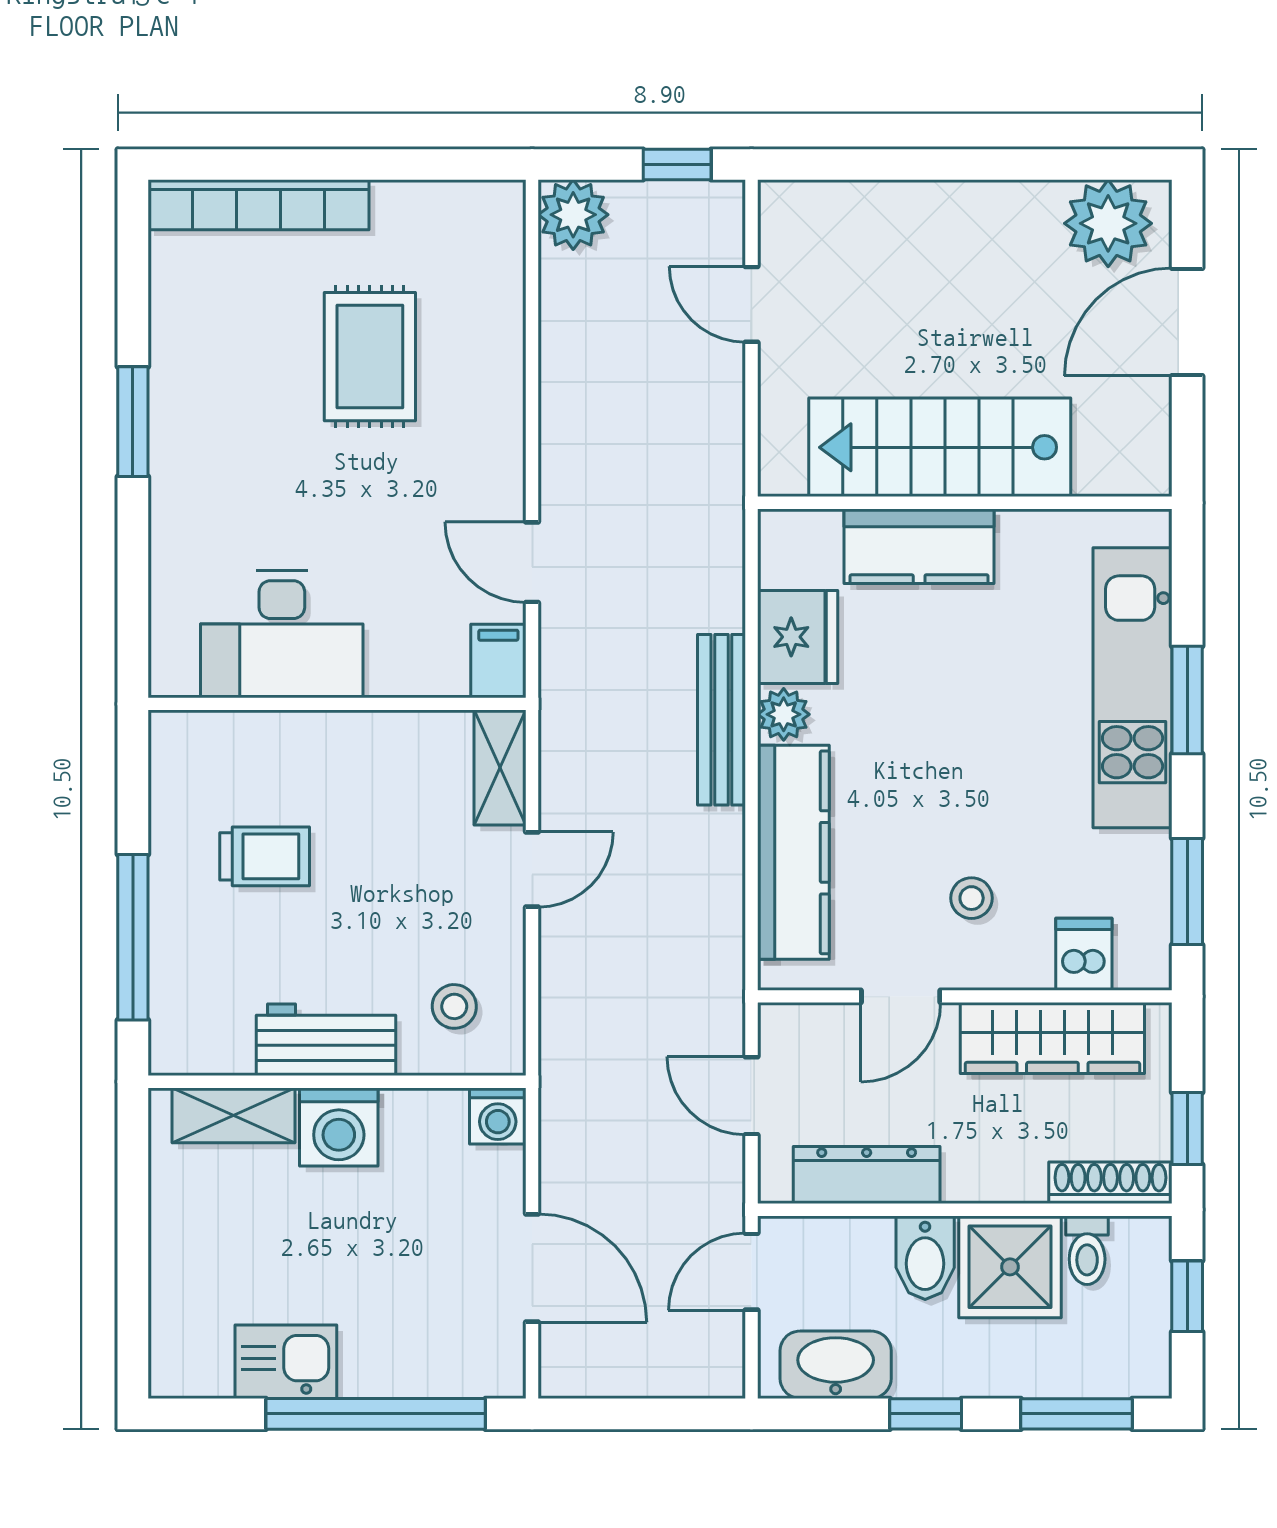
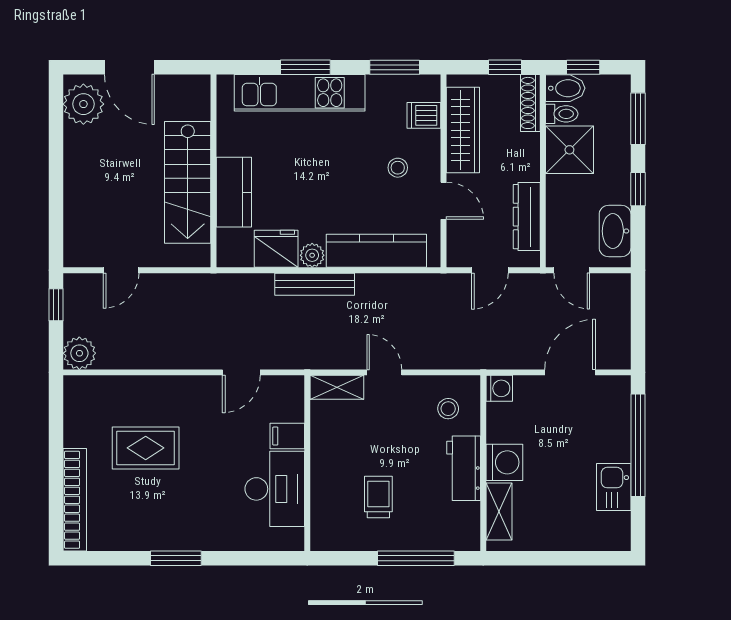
filing cabinet: (498, 661) -> (287, 436), moved
bidet: (925, 1258) -> (565, 88), moved

